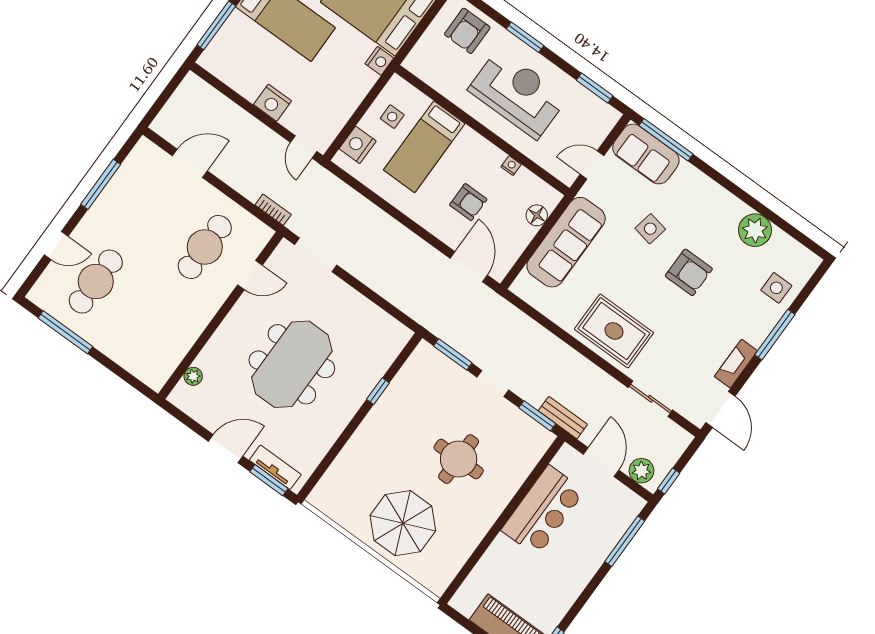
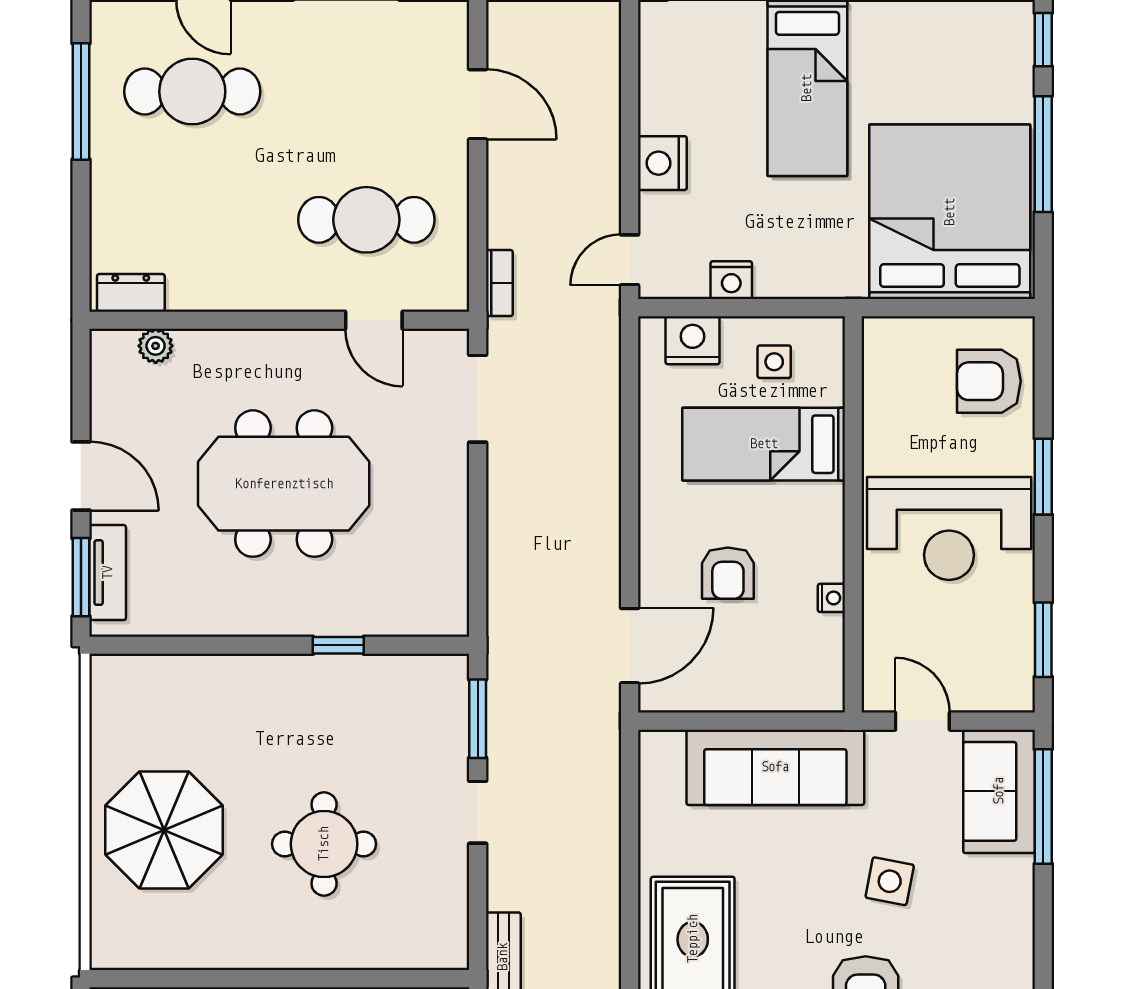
nightstand: (379, 61) -> (731, 280), moved
reception desk: (518, 94) -> (949, 528), turned 90
floor lamp: (537, 215) -> (784, 693), removed
dresser: (163, 370) -> (131, 293), added
window: (537, 416) -> (478, 916), removed

